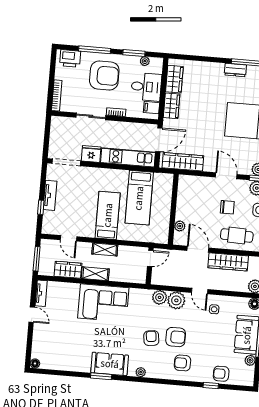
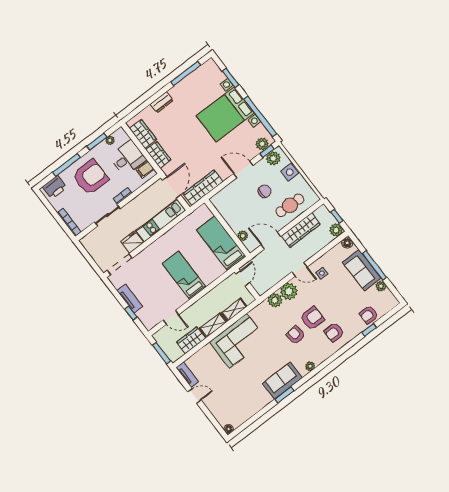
dresser: (235, 70) -> (162, 102), moved
bed: (139, 198) -> (221, 243), moved, turned 180
shelving: (105, 250) -> (234, 310), moved

